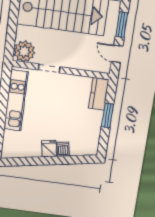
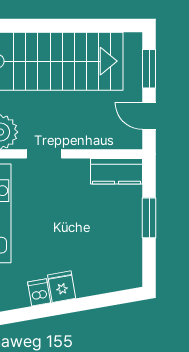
kitchen counter: (99, 94) -> (117, 171), moved, turned -90
dishwasher: (63, 149) -> (39, 292), moved

